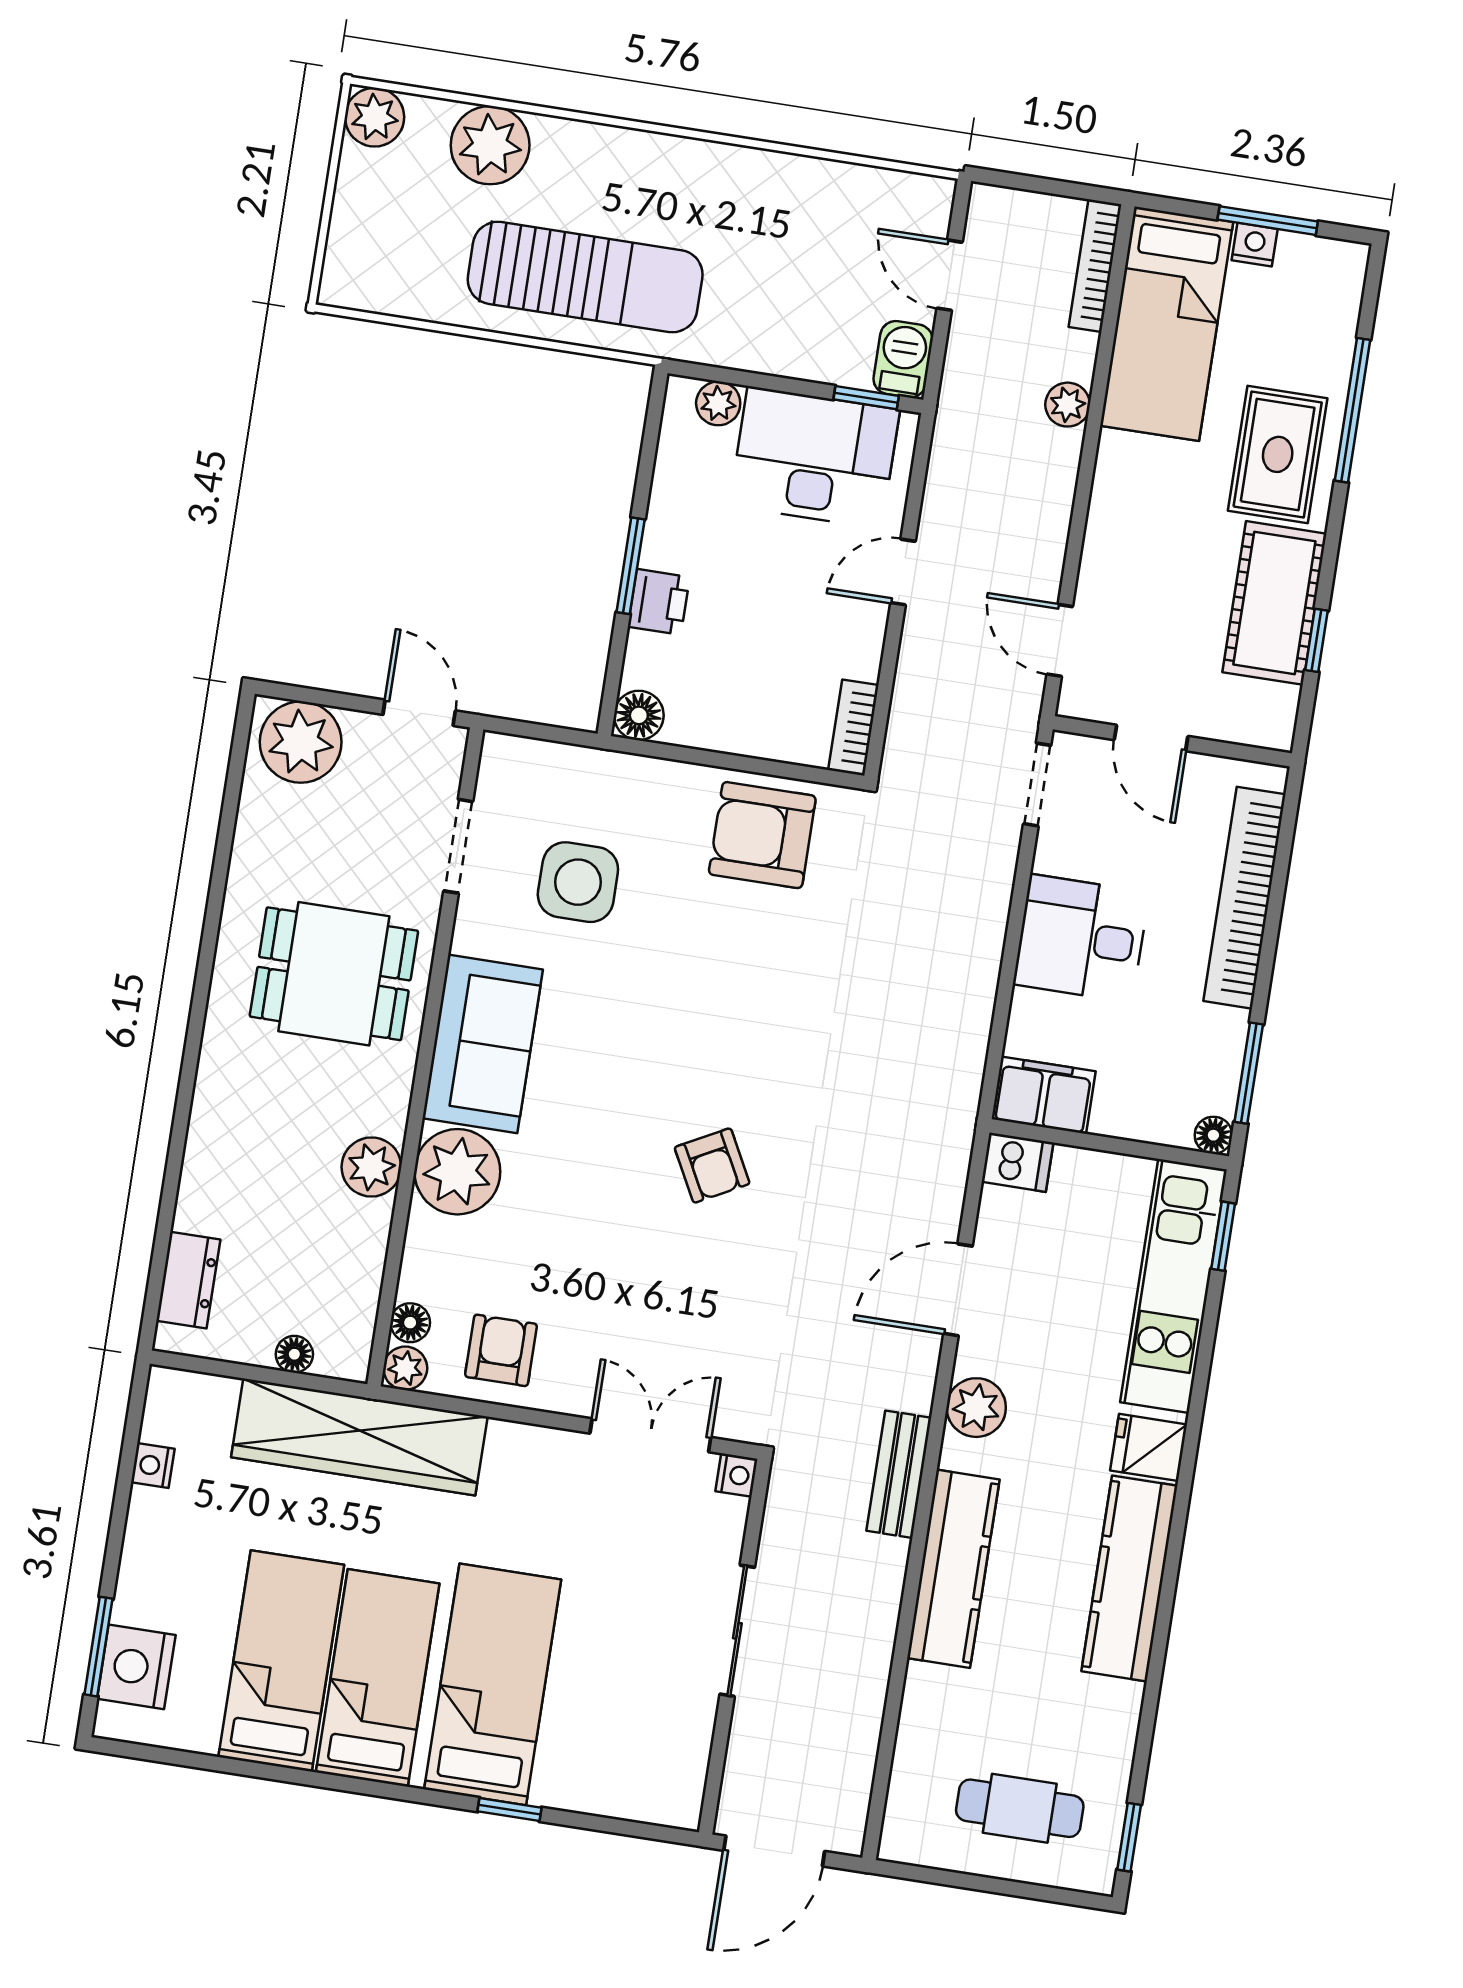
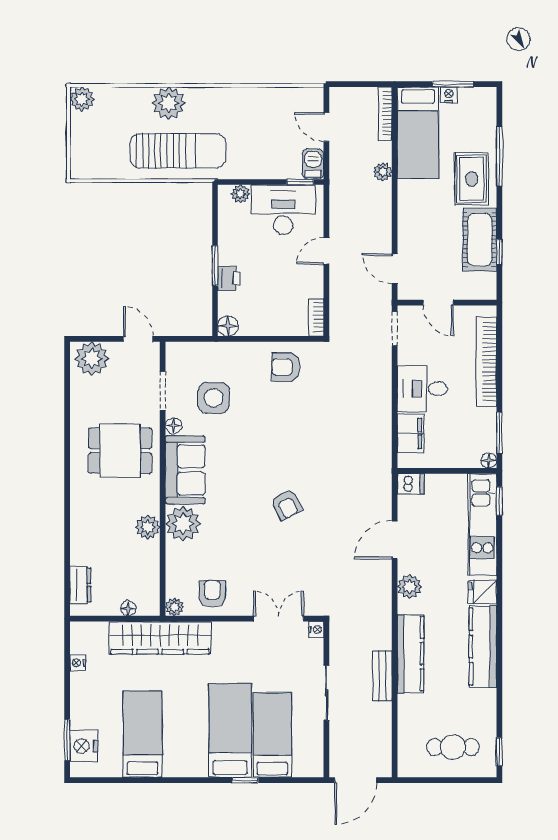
plant: (490, 145) -> (169, 103), moved
armchair: (762, 835) -> (286, 367), width x0.72, depth x0.72
filing cabinet: (1044, 1095) -> (411, 433), moved, turned 90
floor lamp: (410, 1323) -> (173, 426), moved
bench: (899, 1474) -> (382, 676), moved
bed: (378, 1678) -> (272, 735), moved

